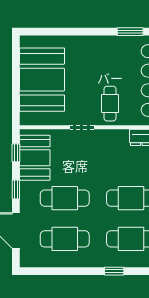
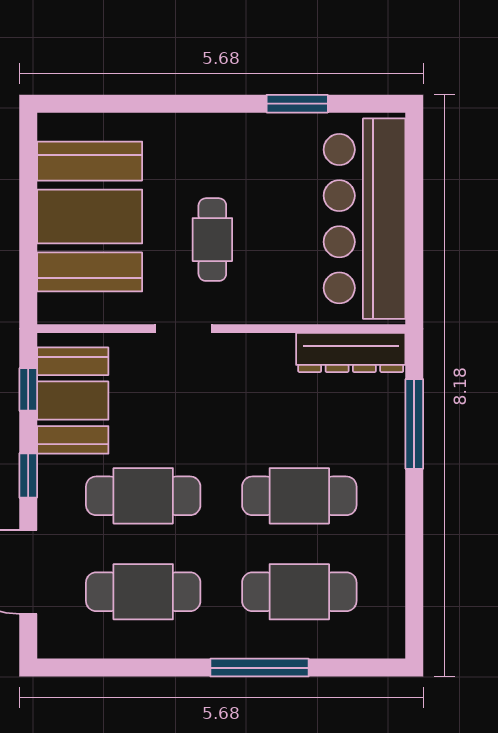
cafe table: (110, 104) -> (212, 240), moved
window: (114, 271) -> (260, 668), width x2.17

